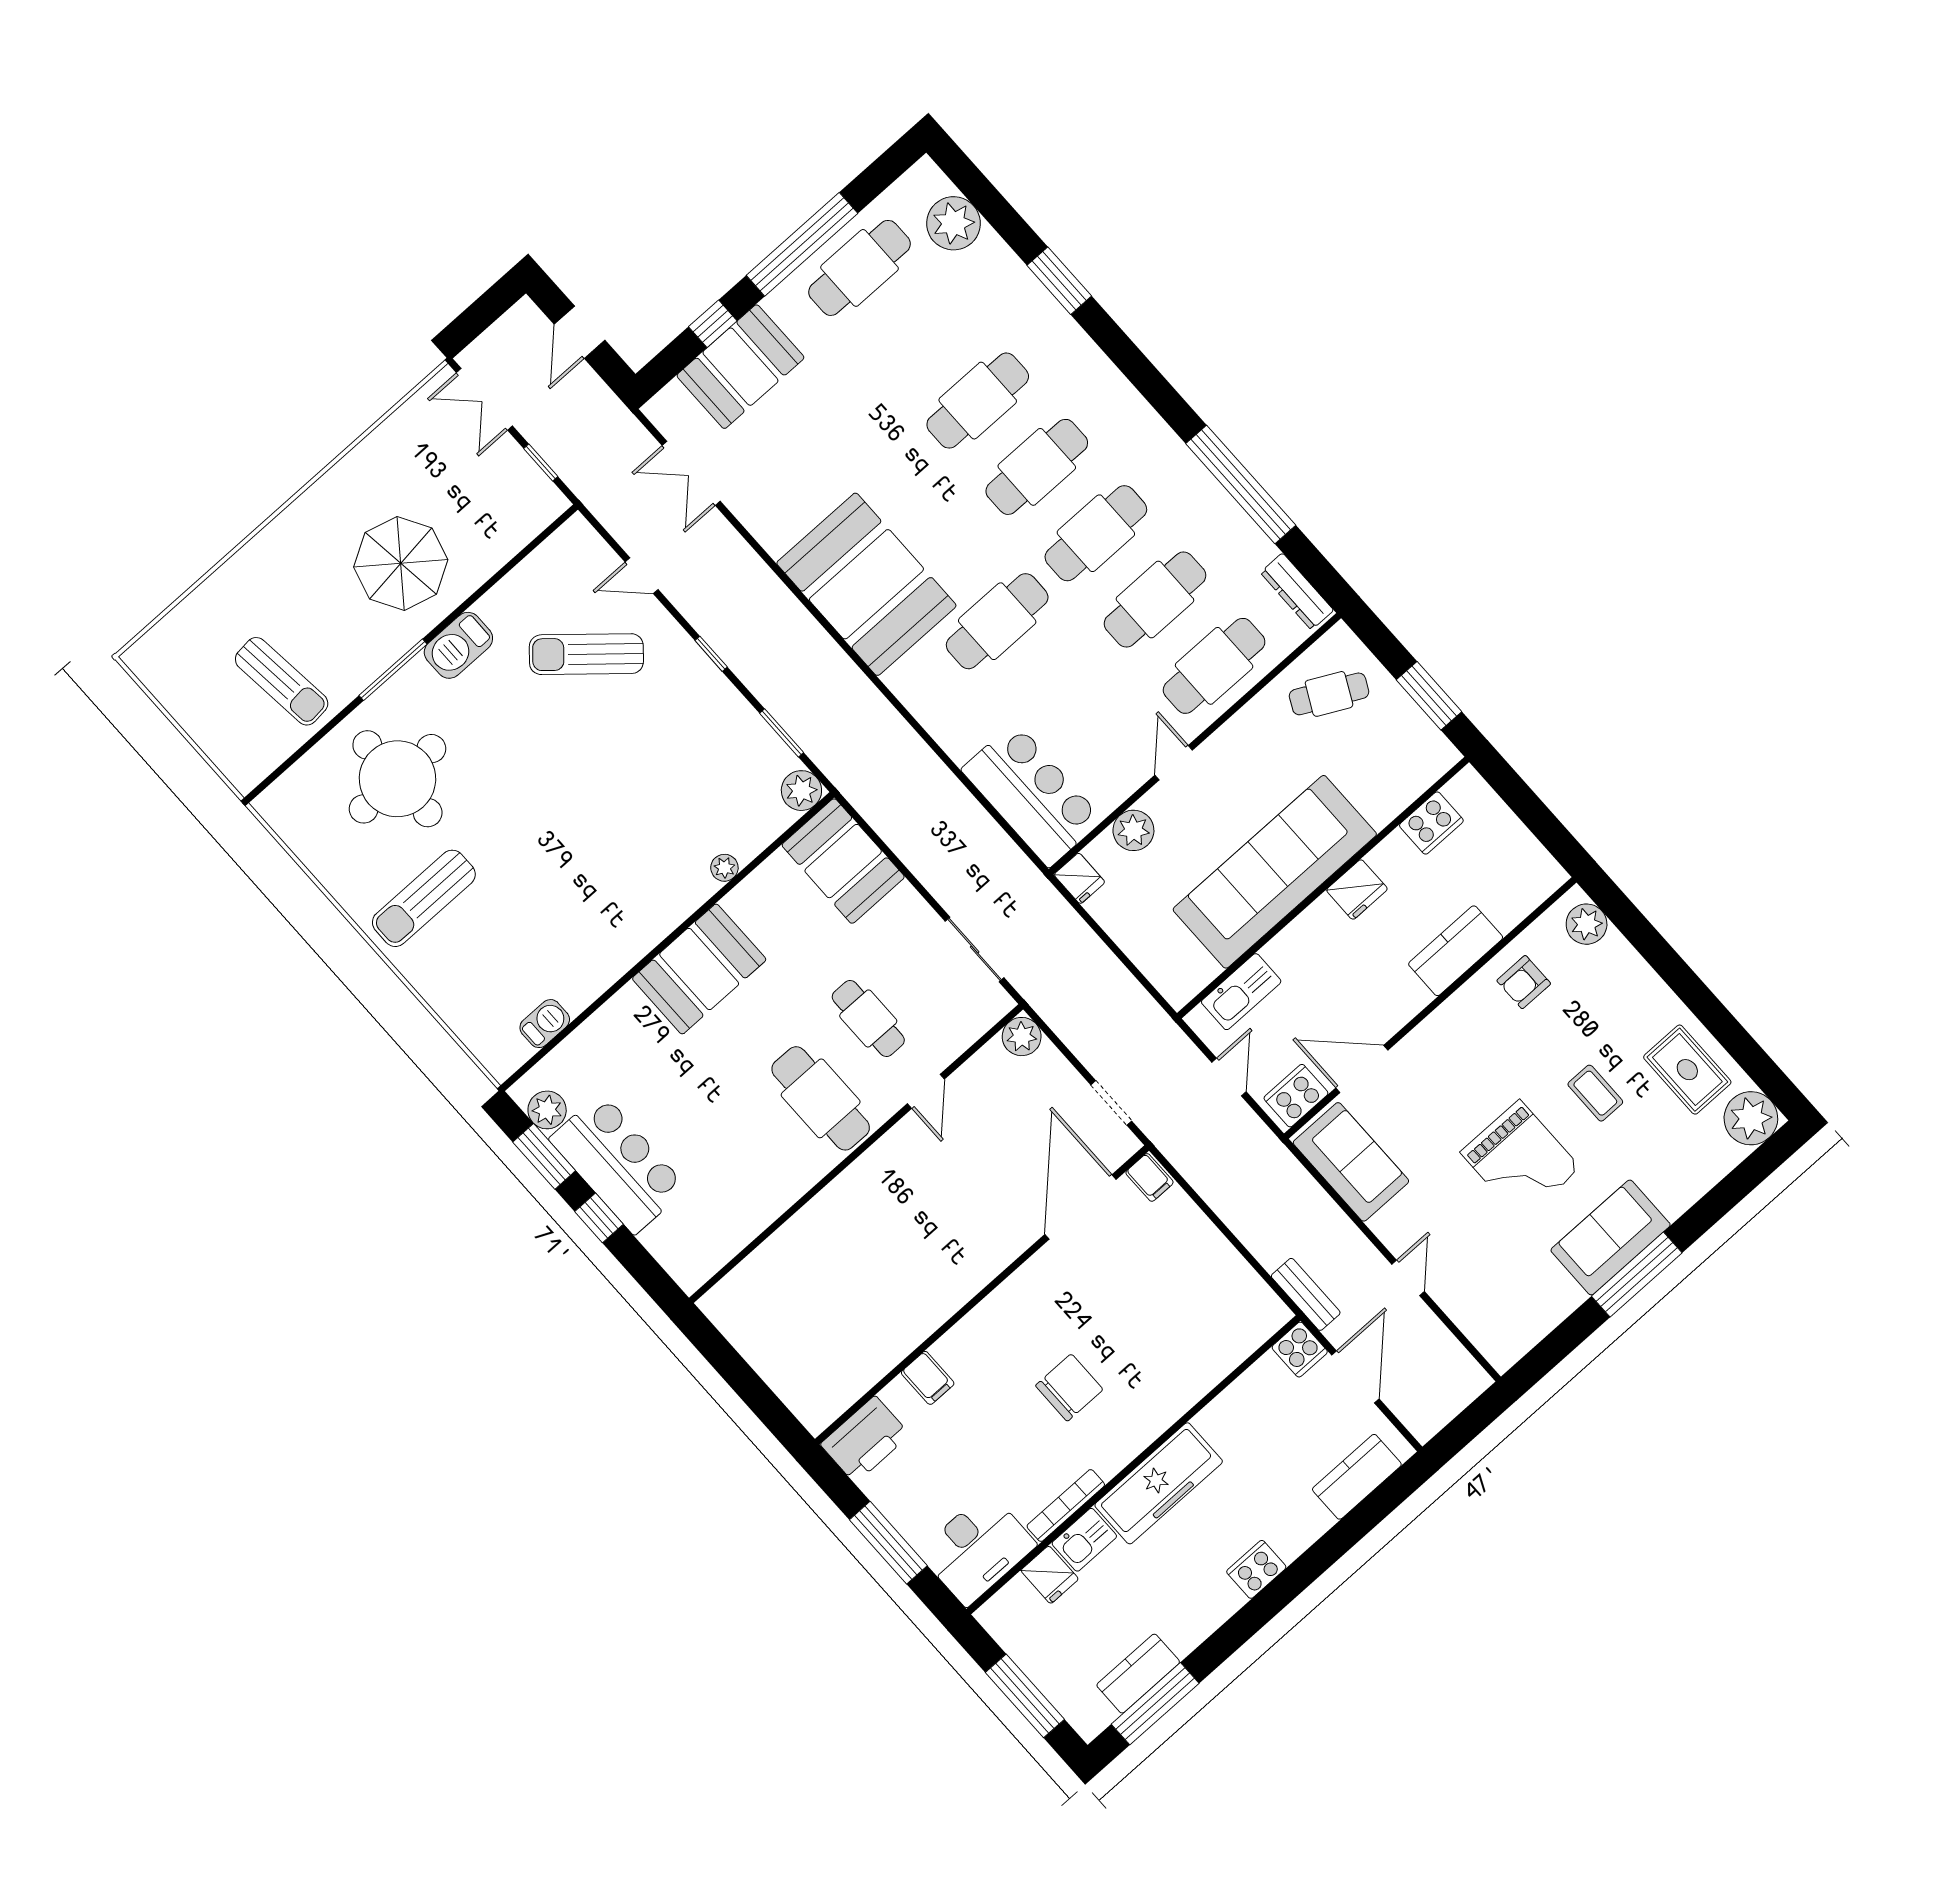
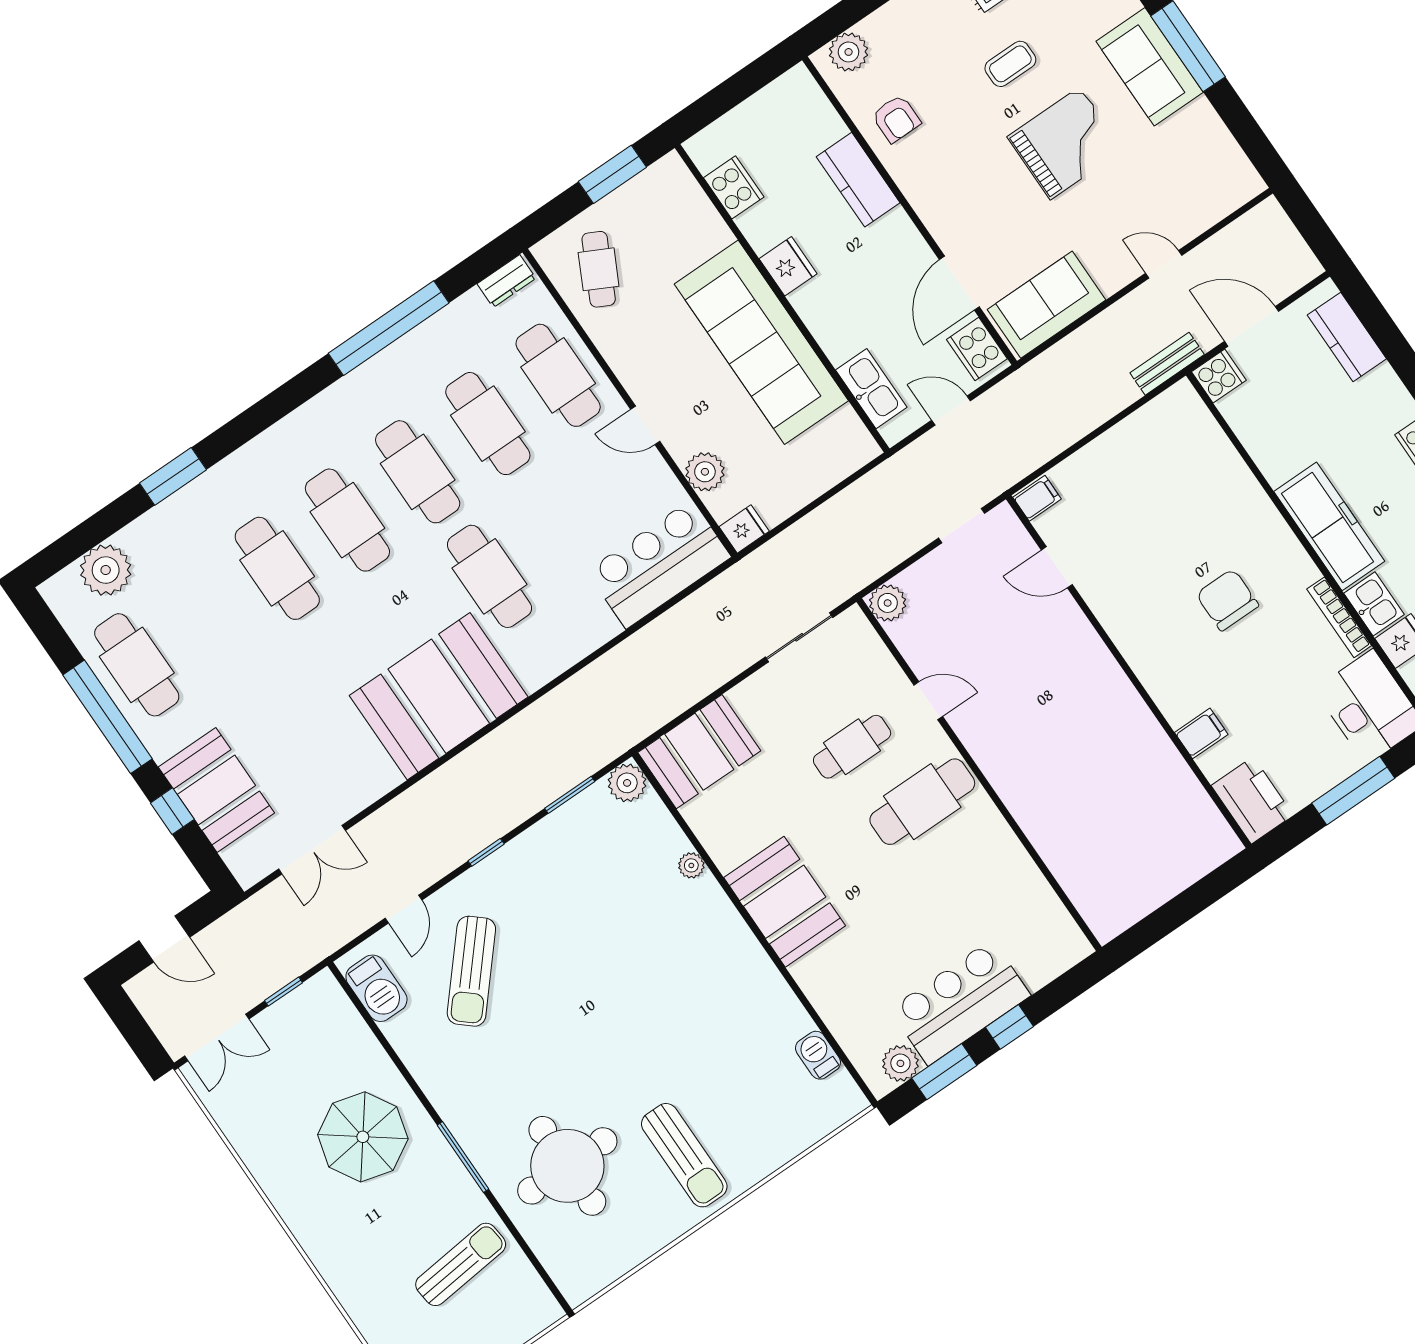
dresser: (1297, 591) -> (507, 281), width x0.70
barbecue: (458, 645) -> (376, 988), moved
door: (1081, 1207) -> (1057, 567), width x0.53

